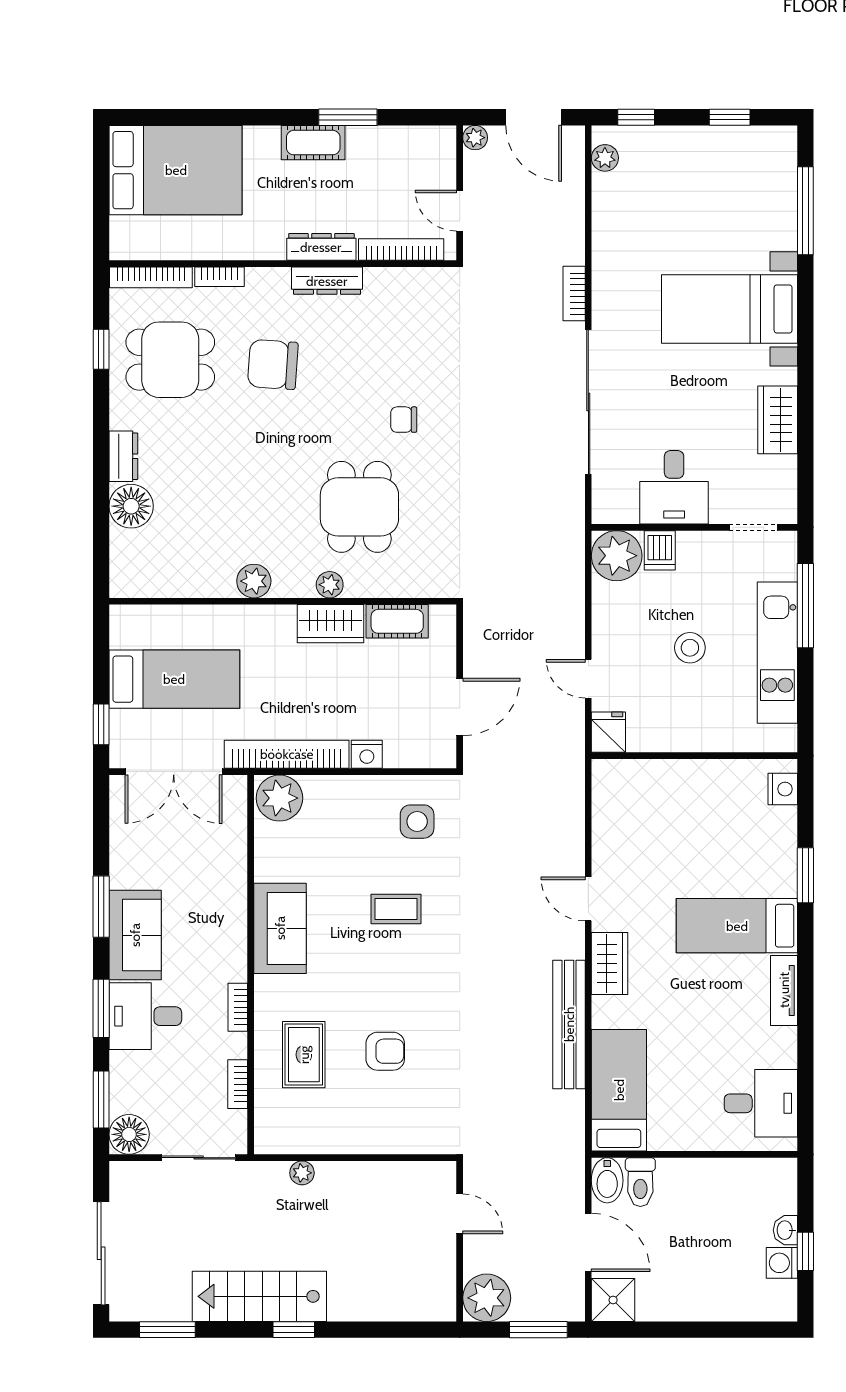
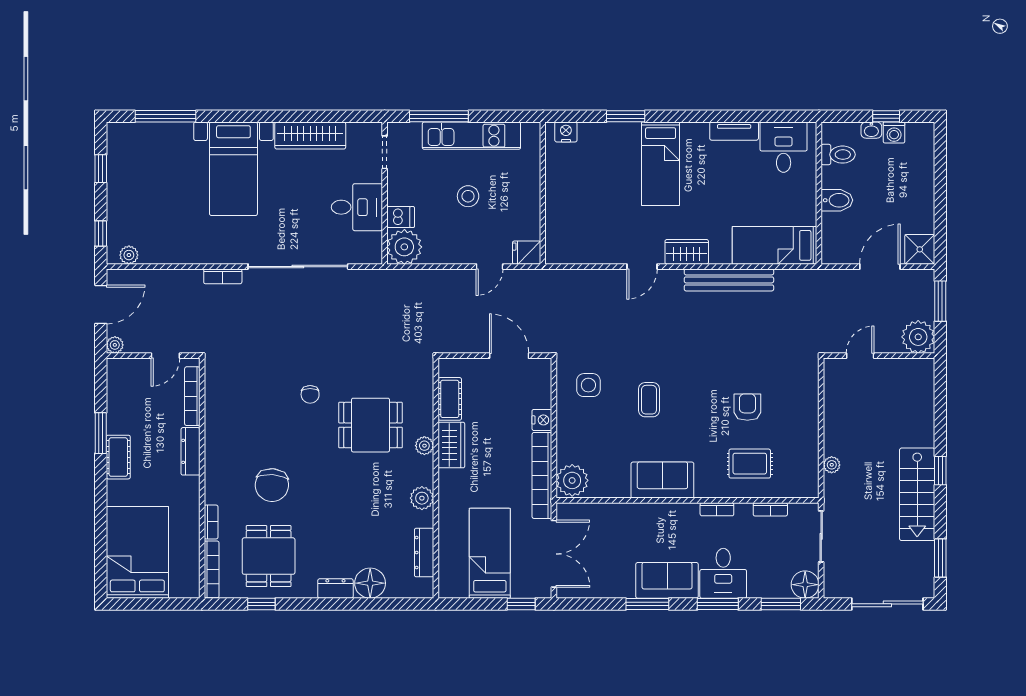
dresser: (327, 281) -> (424, 553), moved, turned 180
wardrobe: (778, 420) -> (310, 135), width x1.50
tv unit: (784, 990) -> (734, 131), moved
bidet: (607, 1180) -> (837, 200), moved
toilet: (640, 1182) -> (838, 155), moved

